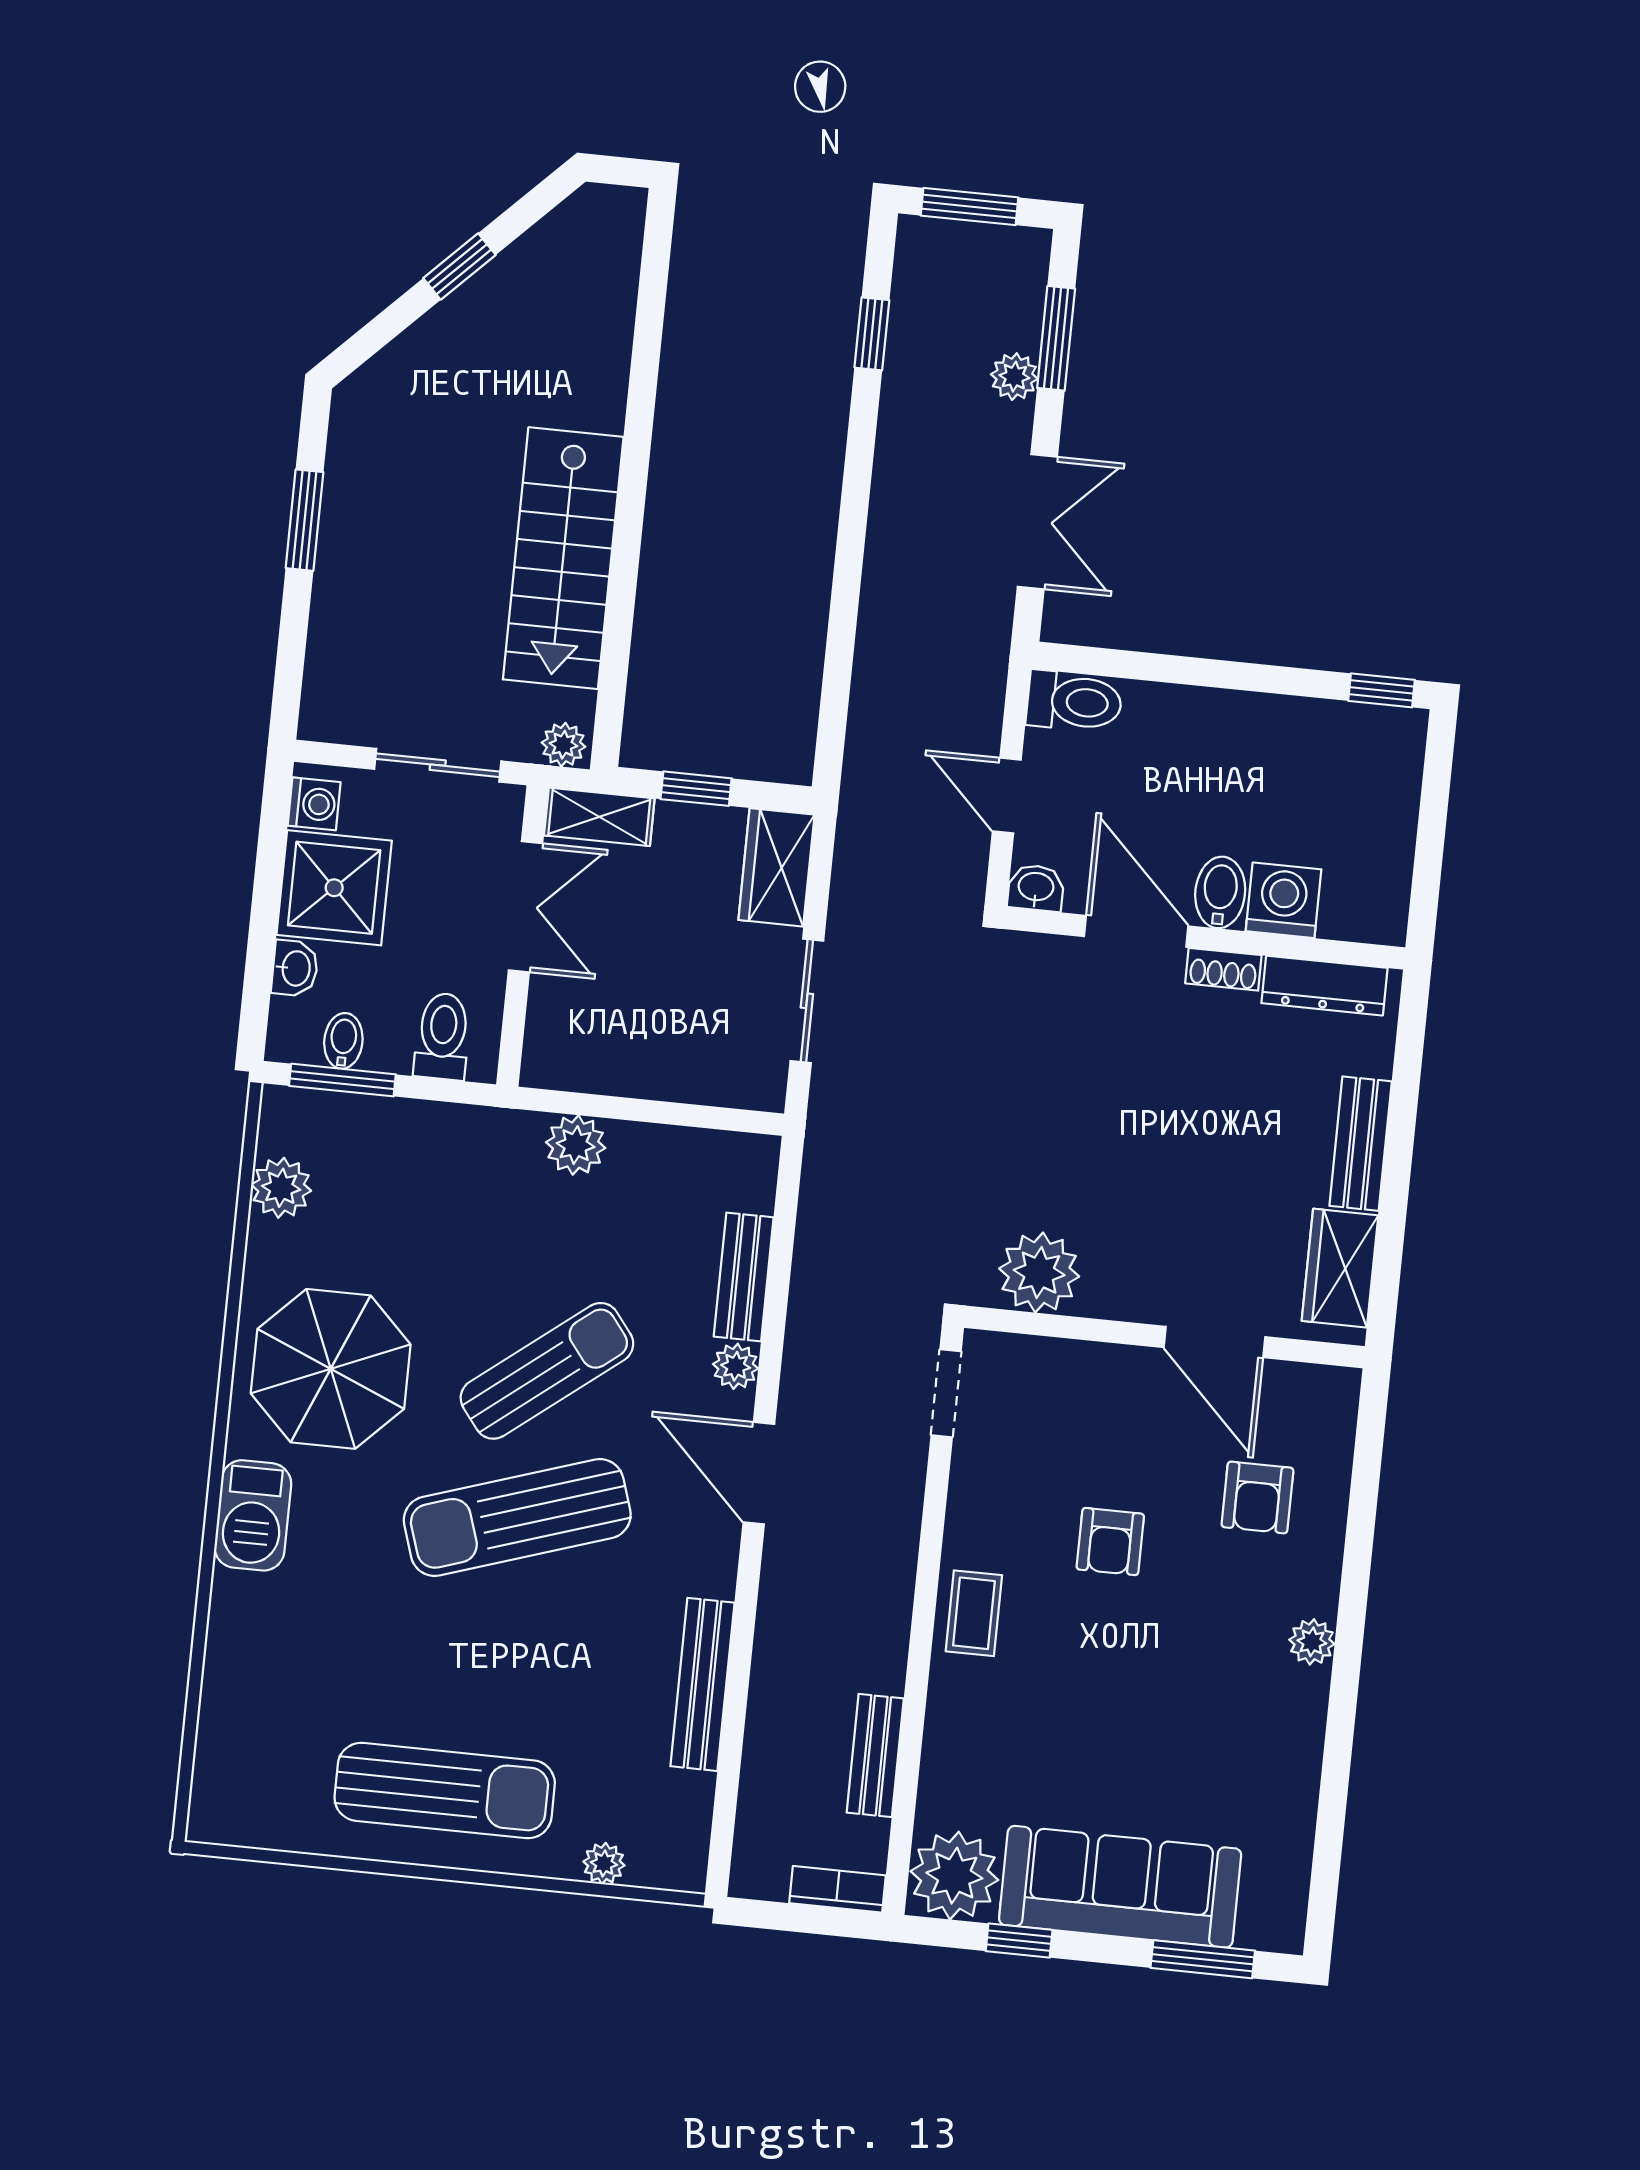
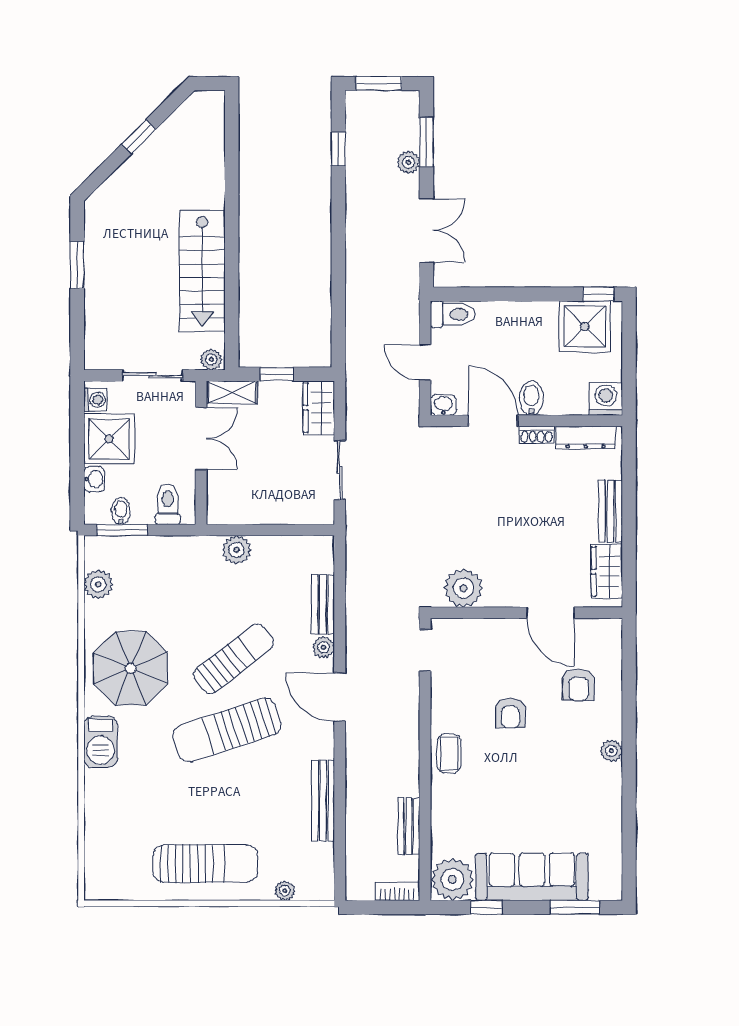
shower: (1346, 755) -> (585, 326), added
washing machine: (1284, 900) -> (606, 399), moved

